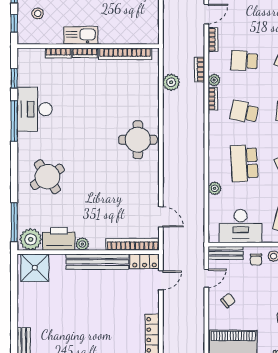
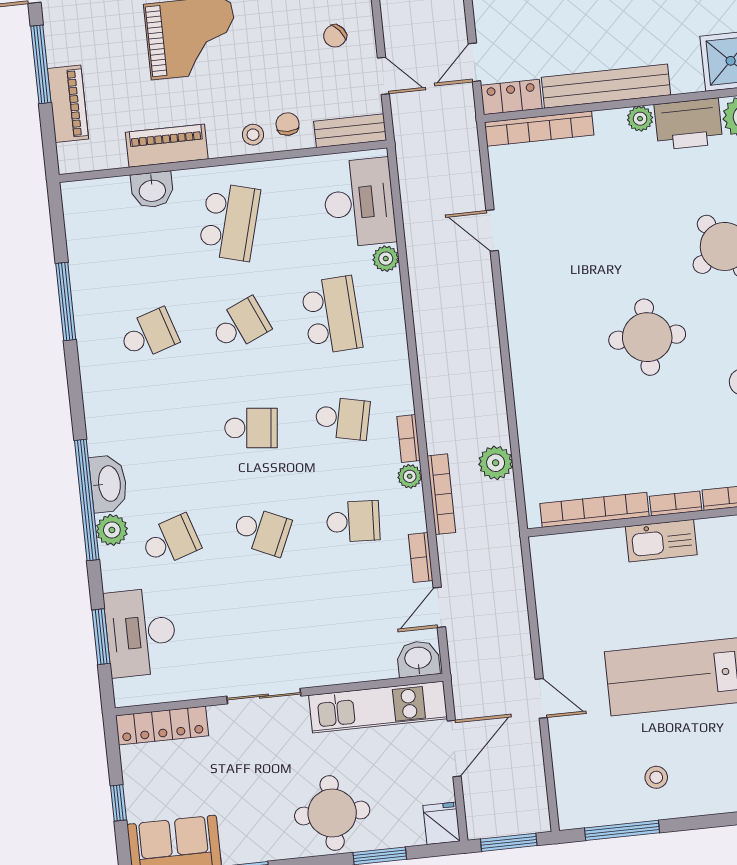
kitchen sink: (81, 35) -> (661, 541), moved
bookcase: (199, 70) -> (441, 494), width x1.56
round table: (138, 140) -> (647, 337), moved
door: (161, 217) -> (492, 231), moved
desk: (241, 226) -> (359, 203), moved, turned 90
door: (206, 278) -> (383, 76), swing flipped

